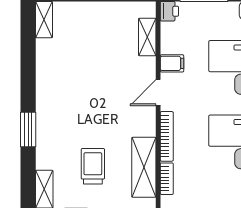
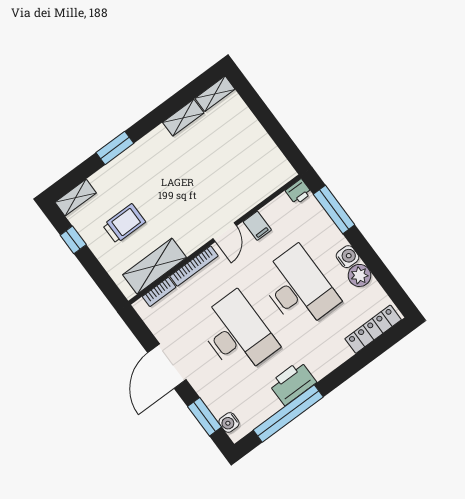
shelving: (147, 37) -> (183, 118), moved
door: (158, 93) -> (225, 232), swing flipped

